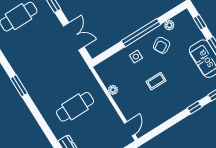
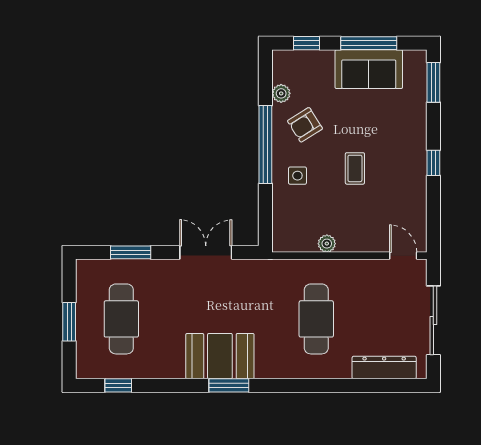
armchair: (162, 45) -> (305, 125), turned 88
booth: (30, 73) -> (220, 356), added
window: (195, 107) -> (433, 163), moved

